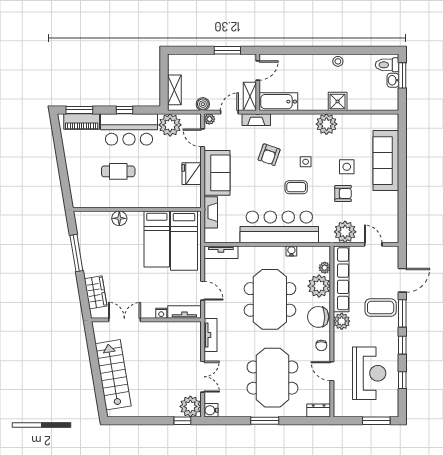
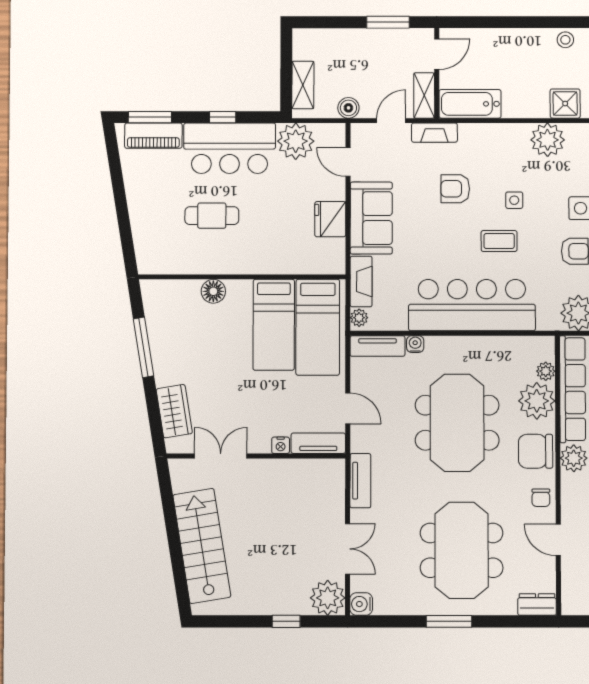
plant: (209, 119) -> (359, 318), moved
armchair: (269, 155) -> (455, 189), turned 71
water cooler: (291, 251) -> (415, 344), moved
window: (182, 421) -> (286, 621), moved

